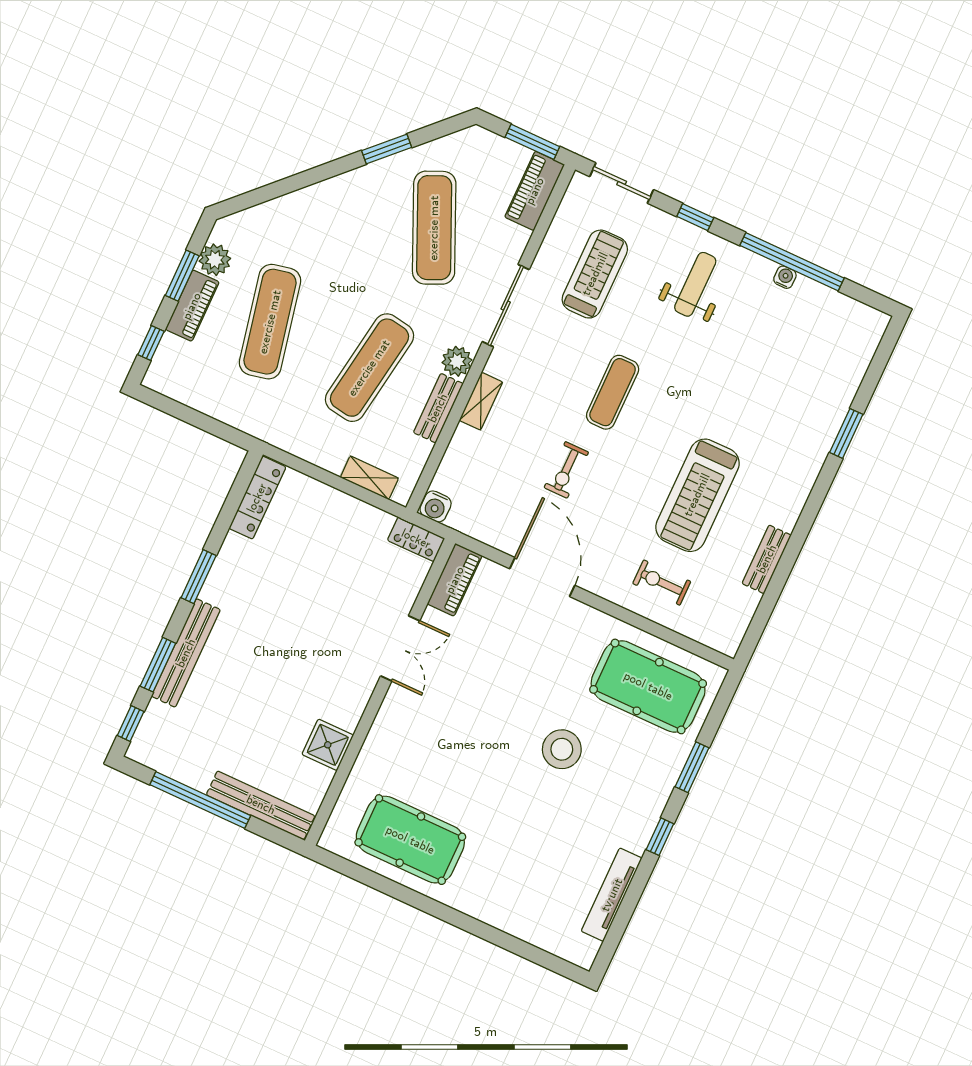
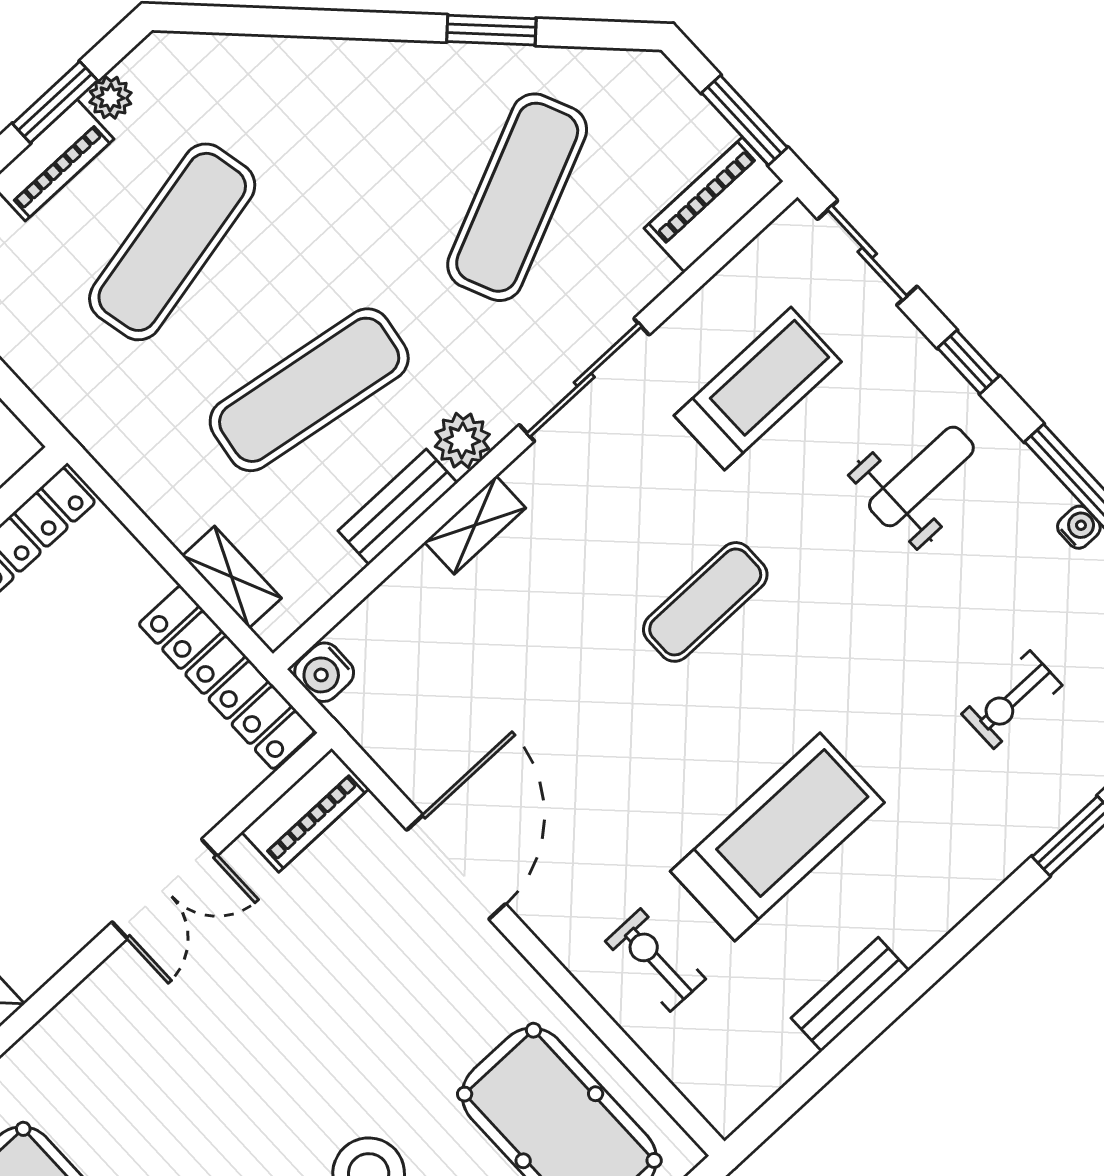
plant: (215, 260) -> (110, 98), width x0.73, depth x0.73
exercise bike: (566, 470) -> (1012, 700), moved
treadmill: (697, 495) -> (777, 837), turned 180
locker: (416, 539) -> (227, 677), width x2.16, depth x1.21

